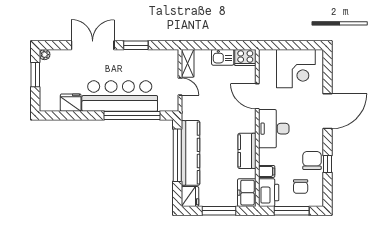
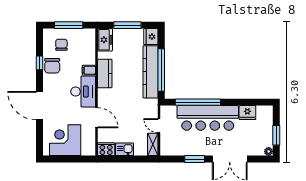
door: (328, 111) -> (40, 106), hinge flipped
filing cabinet: (267, 171) -> (89, 70), moved
printer: (269, 193) -> (87, 40), removed

